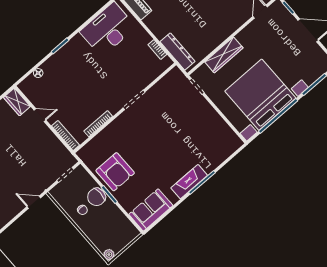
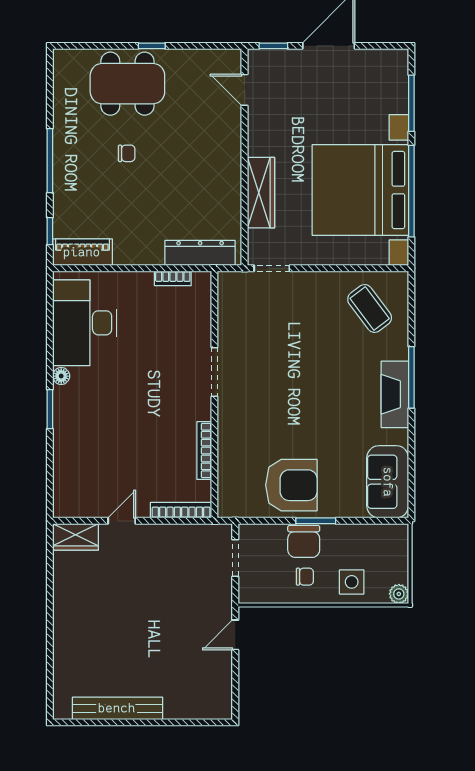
floor lamp: (38, 73) -> (61, 376), moved
coffee table: (215, 141) -> (370, 308), added
side table: (97, 231) -> (352, 582), added

